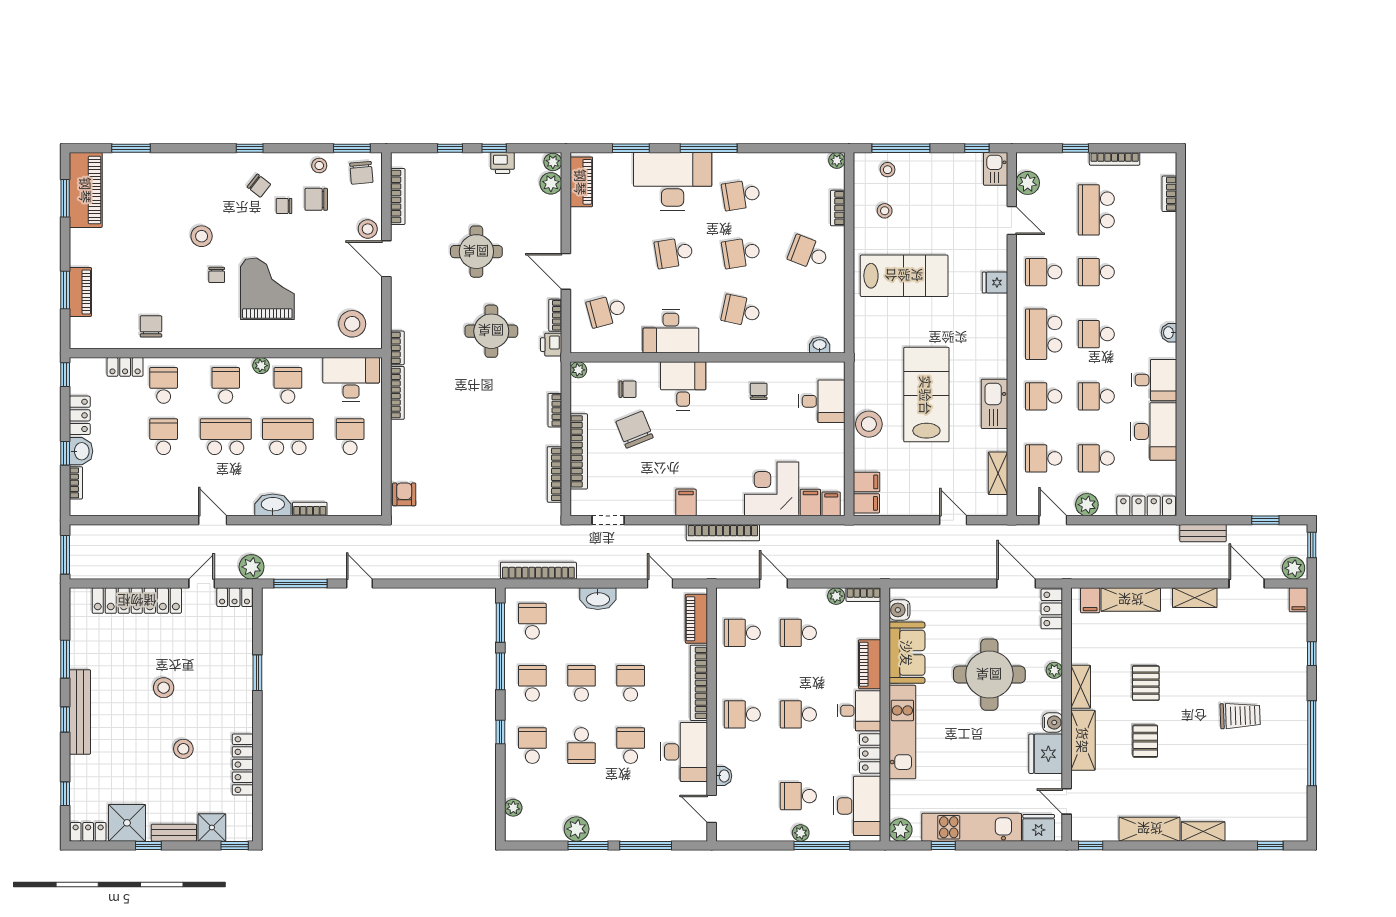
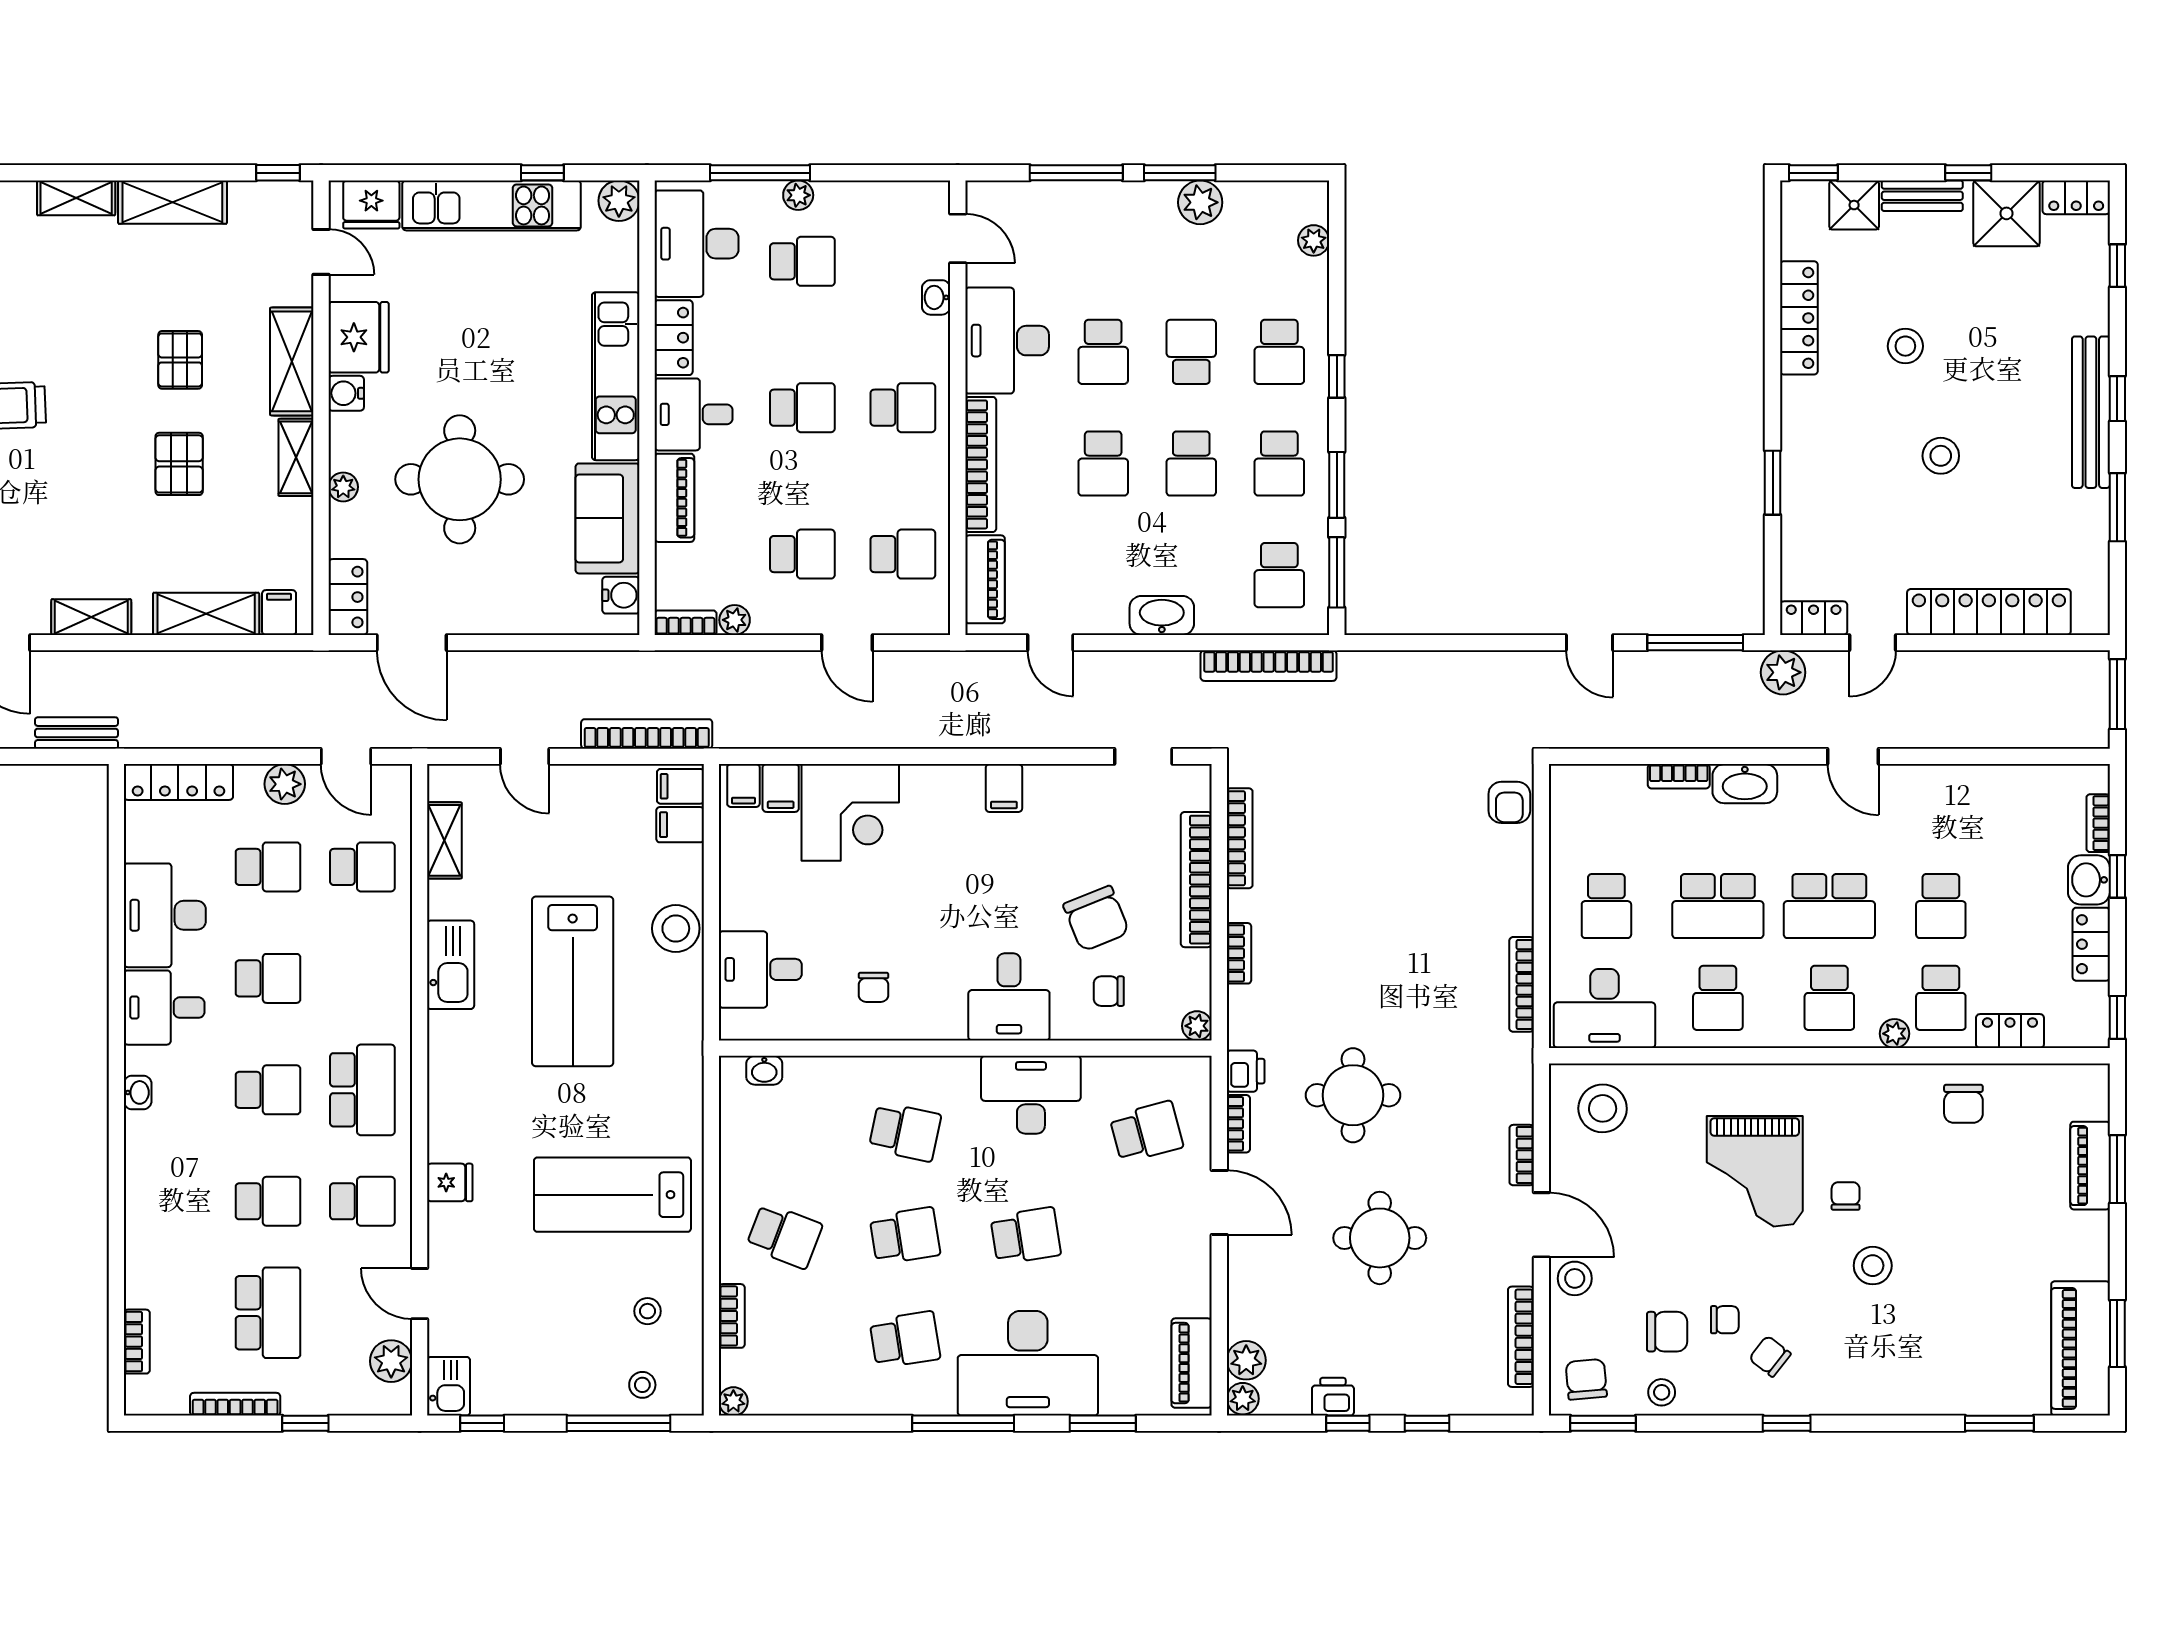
bookcase: (397, 348) -> (1522, 1155), moved
plant: (261, 366) -> (1895, 1034), moved
school desk: (1044, 396) -> (362, 978), removed
bookcase: (723, 533) -> (647, 734), moved

